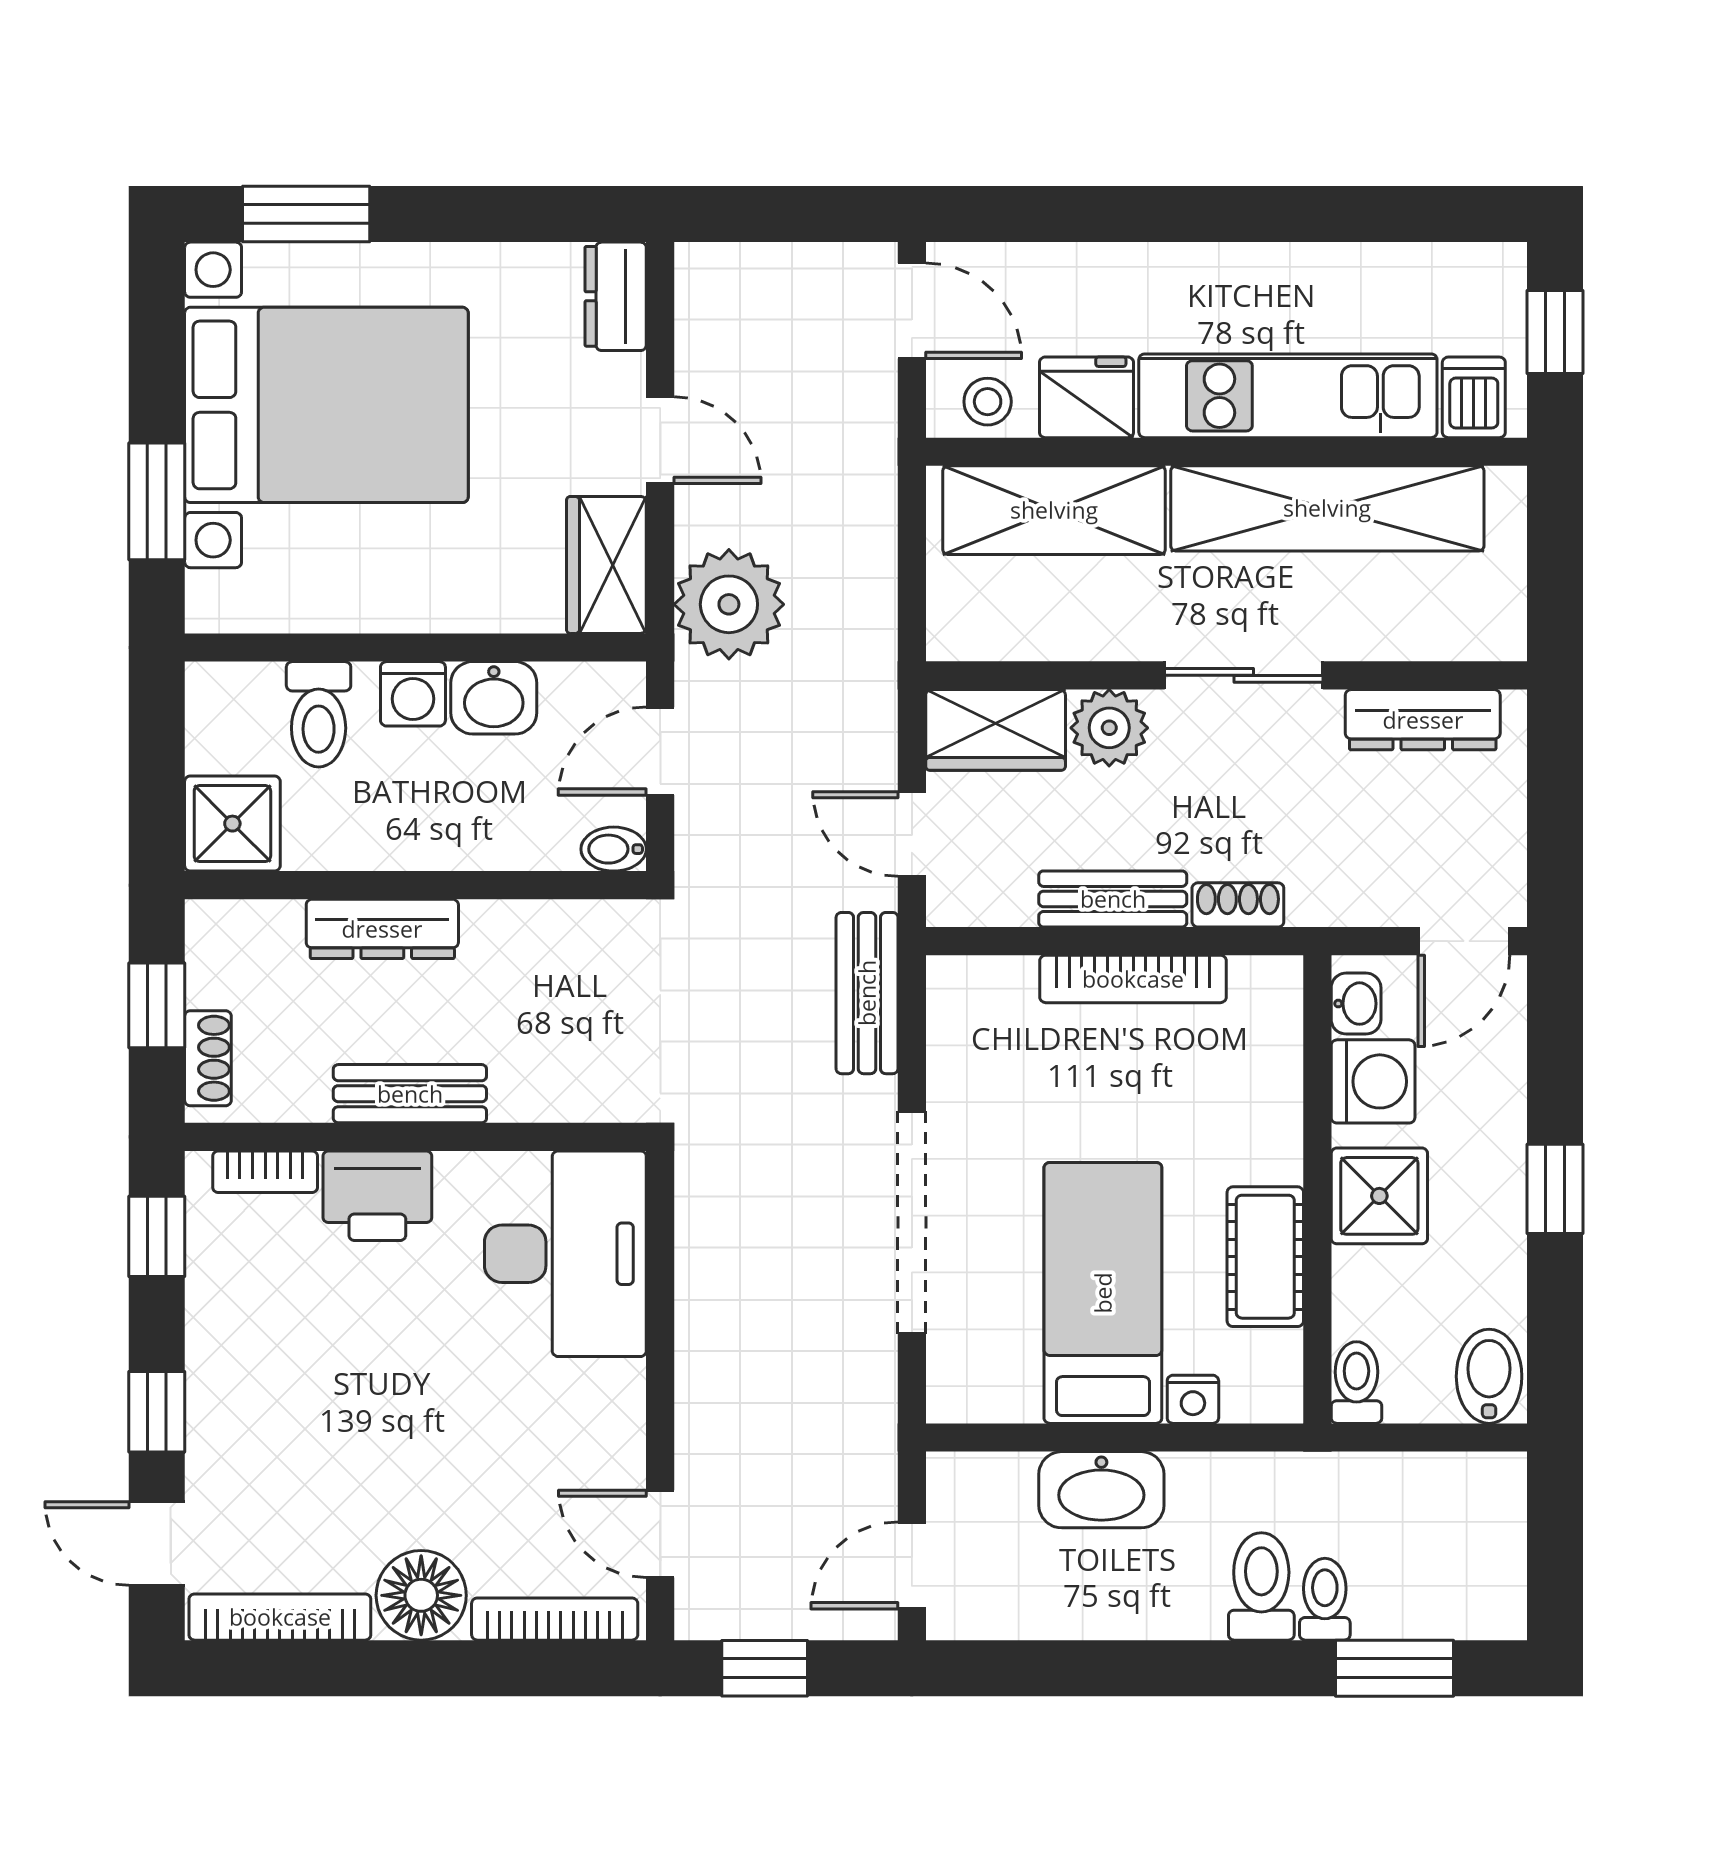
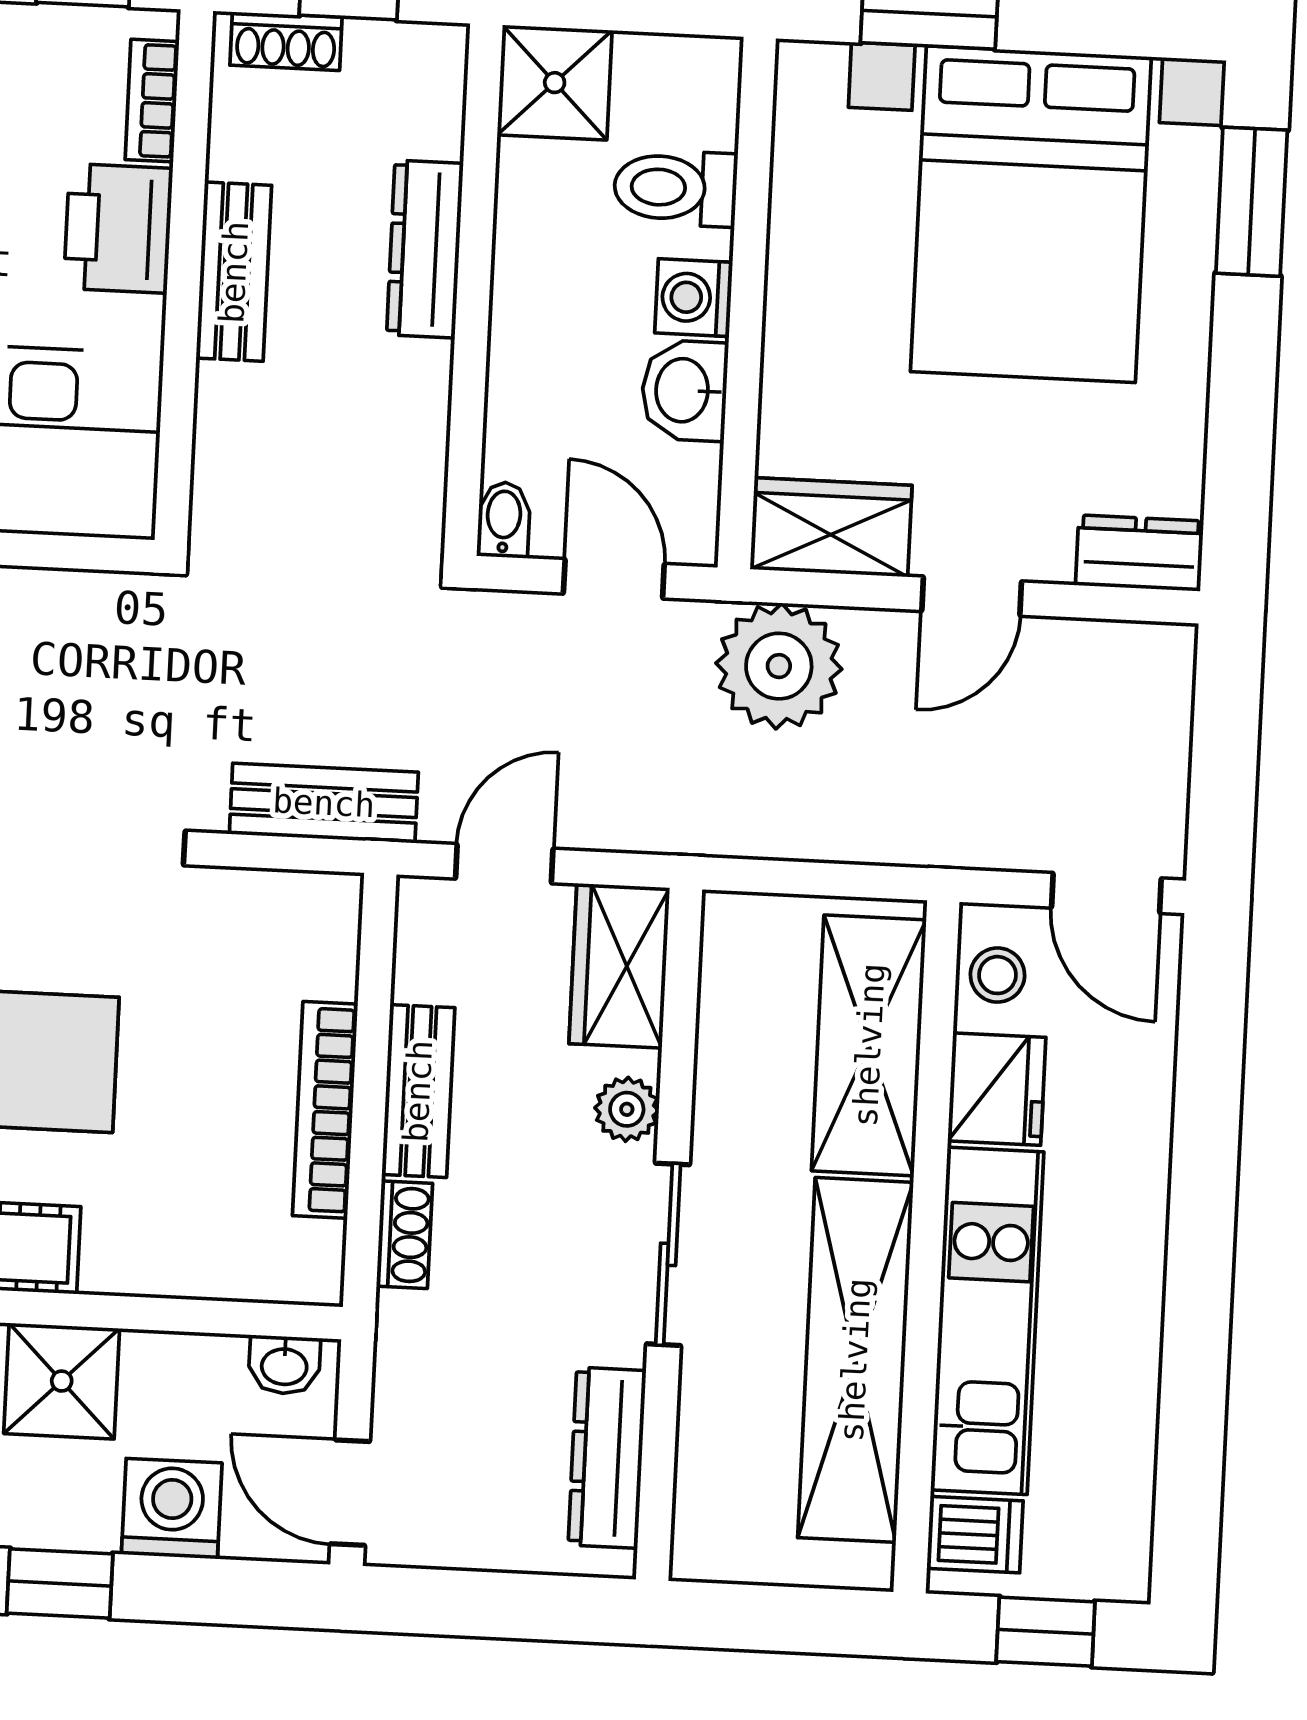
door: (912, 311) -> (1106, 893), hinge flipped
plant: (1109, 728) -> (627, 1109), width x0.73, depth x0.73
washing machine: (1373, 1081) -> (172, 1509), moved, turned 180

